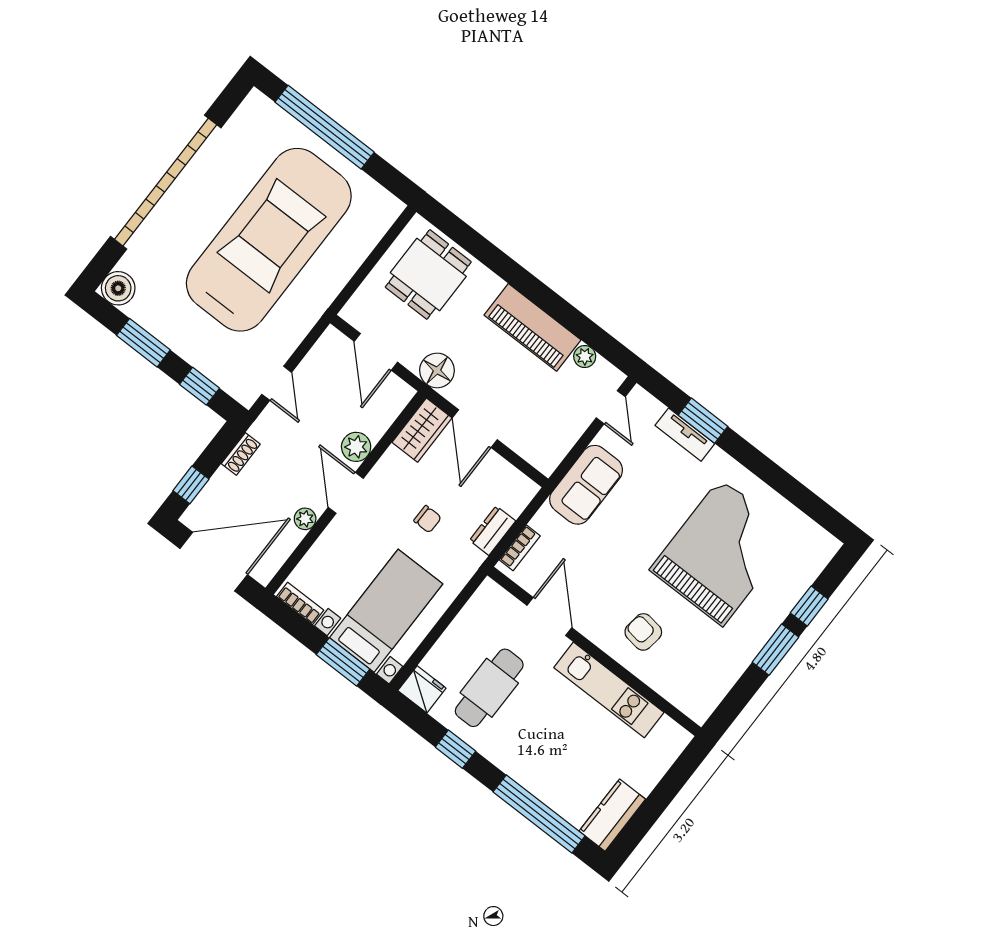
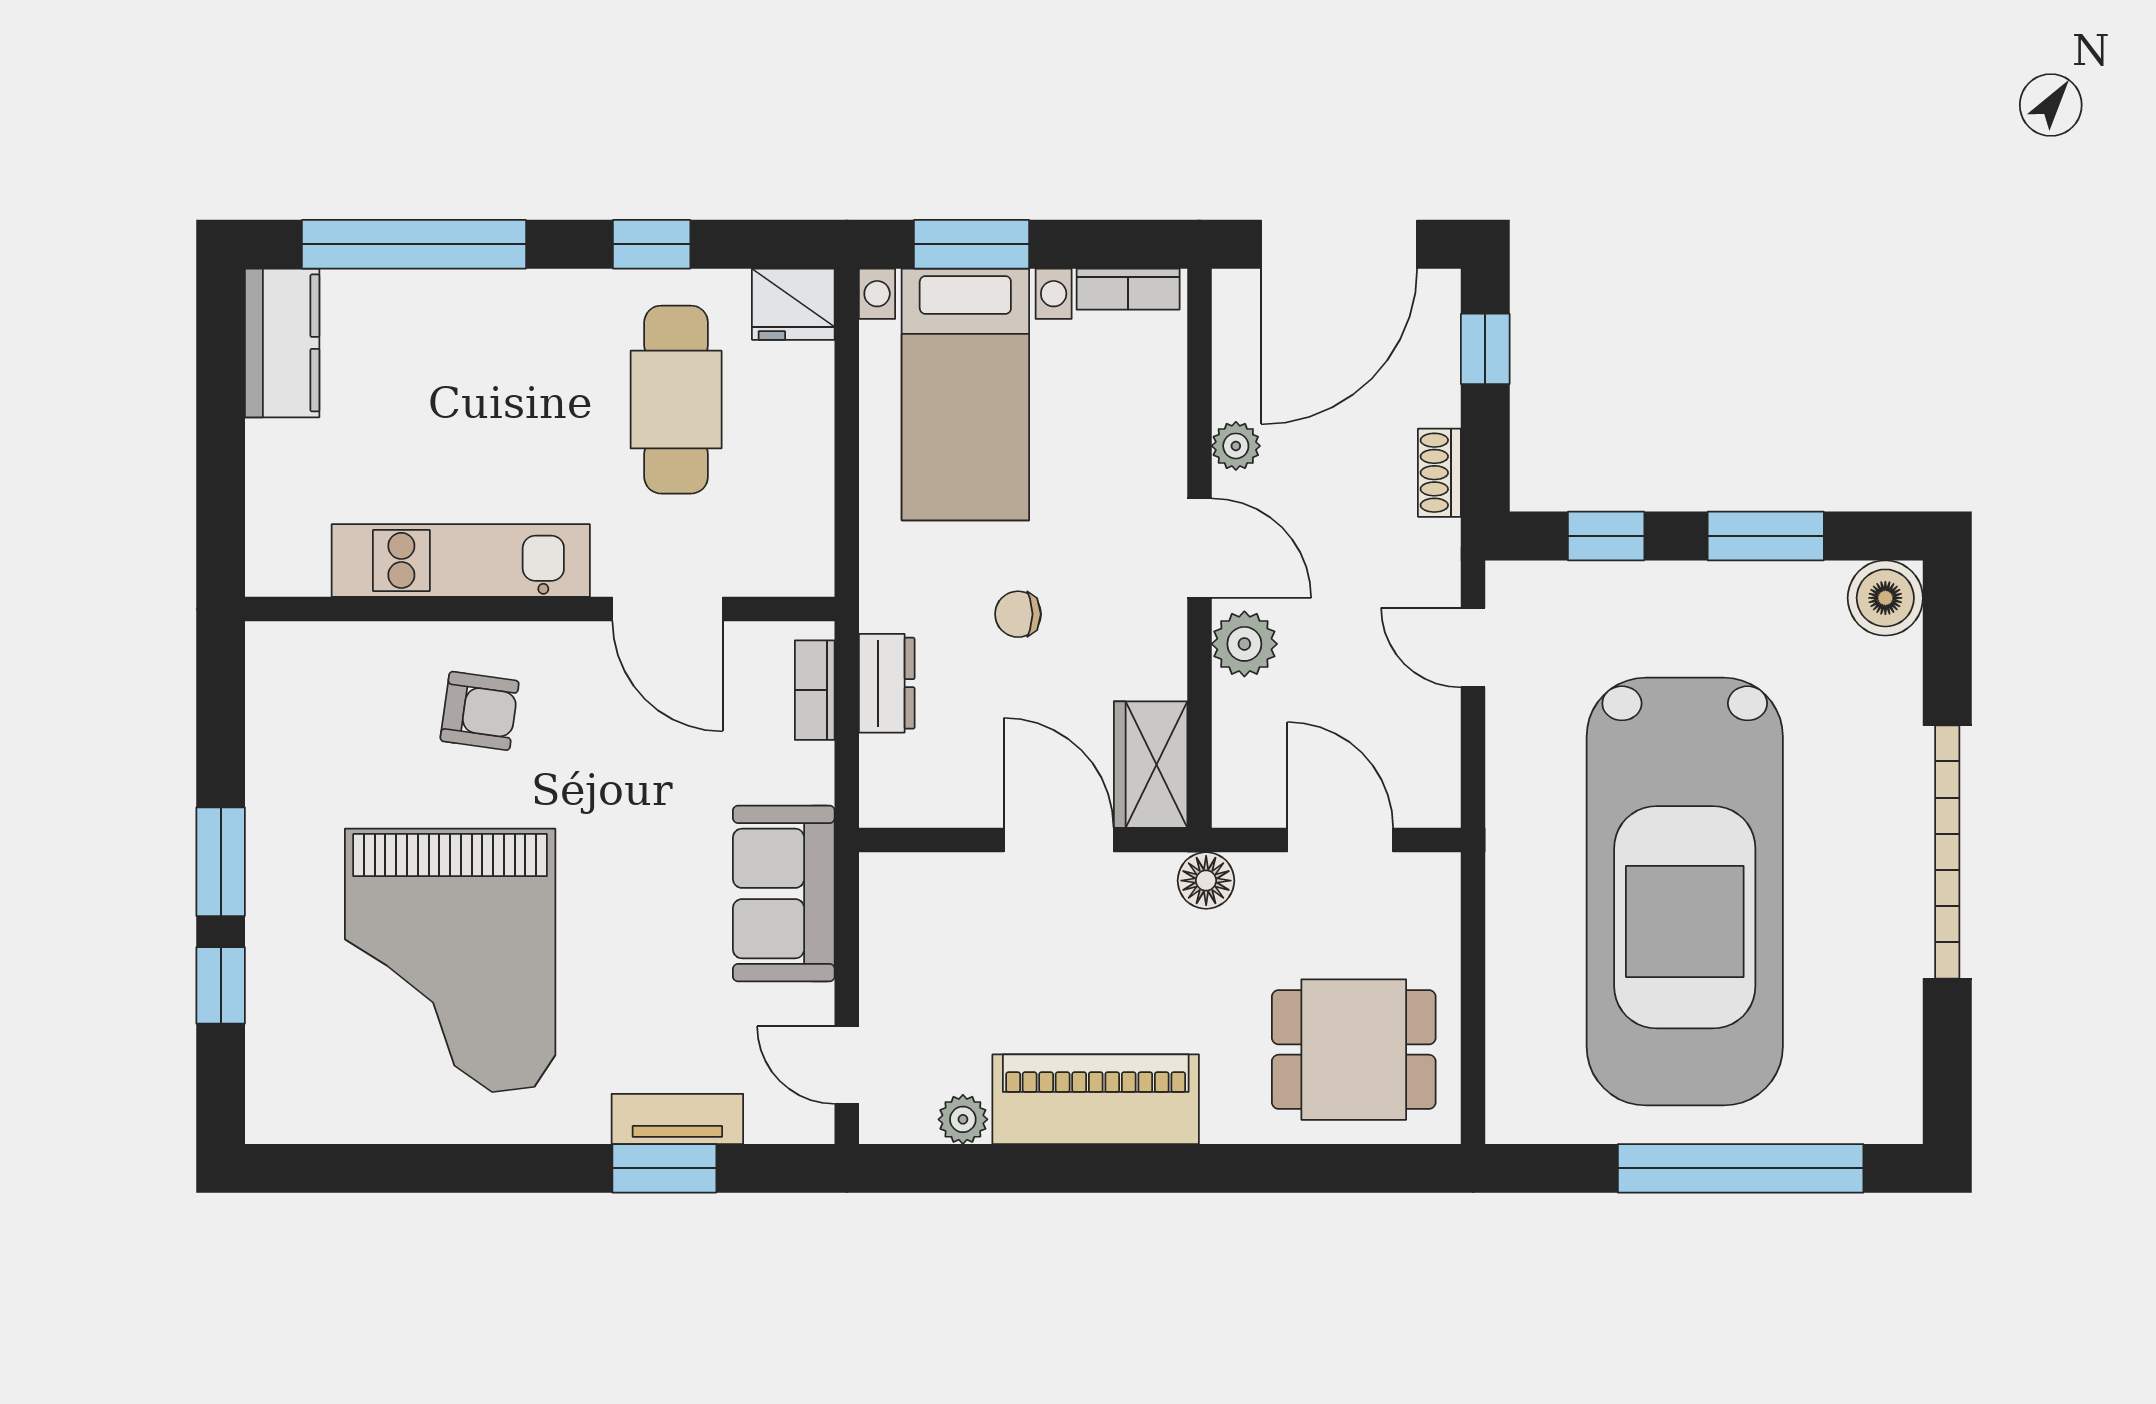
garage door: (166, 182) -> (1947, 852), width x0.73
dining table: (428, 274) -> (1354, 1050), turned 90
floor lamp: (437, 370) -> (1206, 881), width x0.73, depth x0.73

